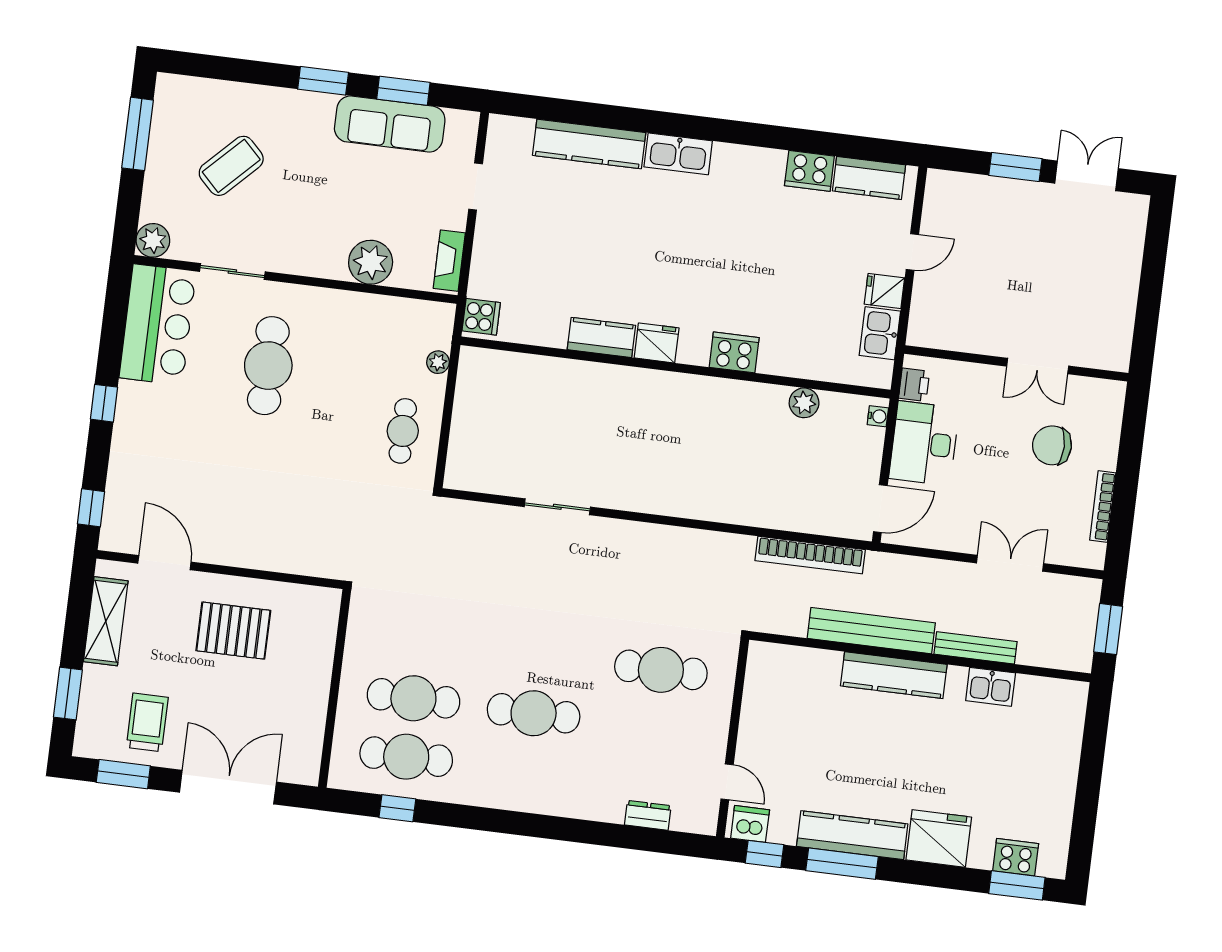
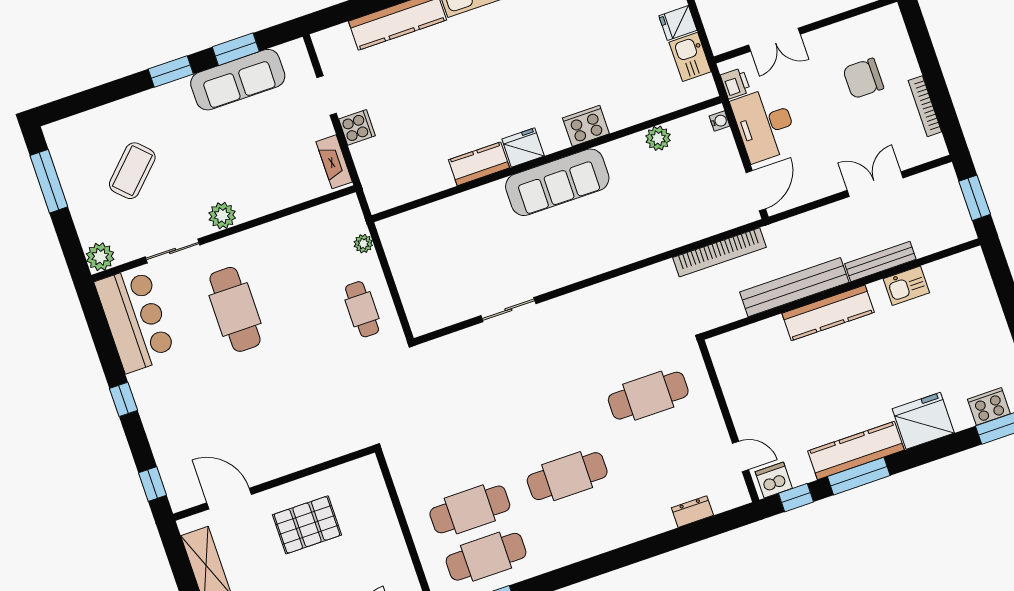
plant: (371, 262) -> (222, 216), moved, width x0.73, depth x0.73
cooker: (481, 317) -> (357, 127), moved
double door: (1038, 366) -> (774, 40), moved
sofa: (675, 397) -> (557, 182), added

